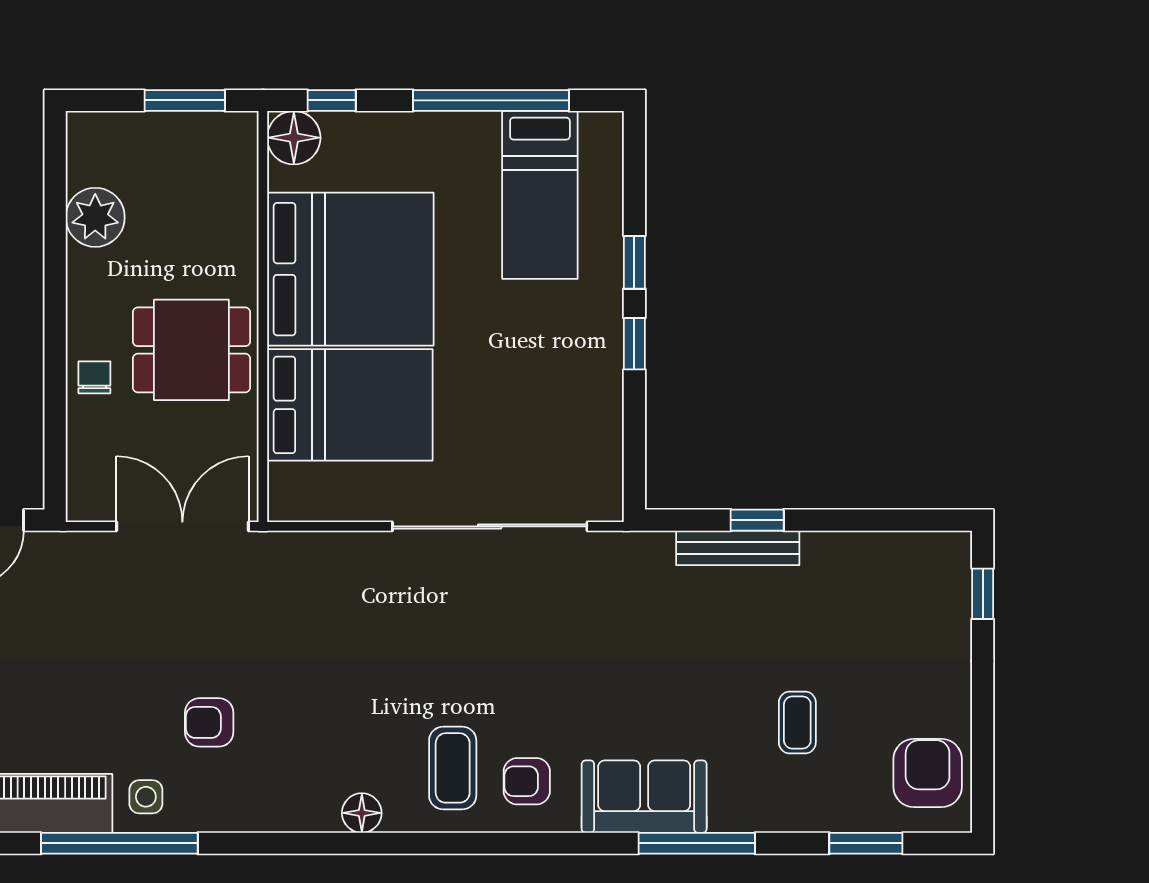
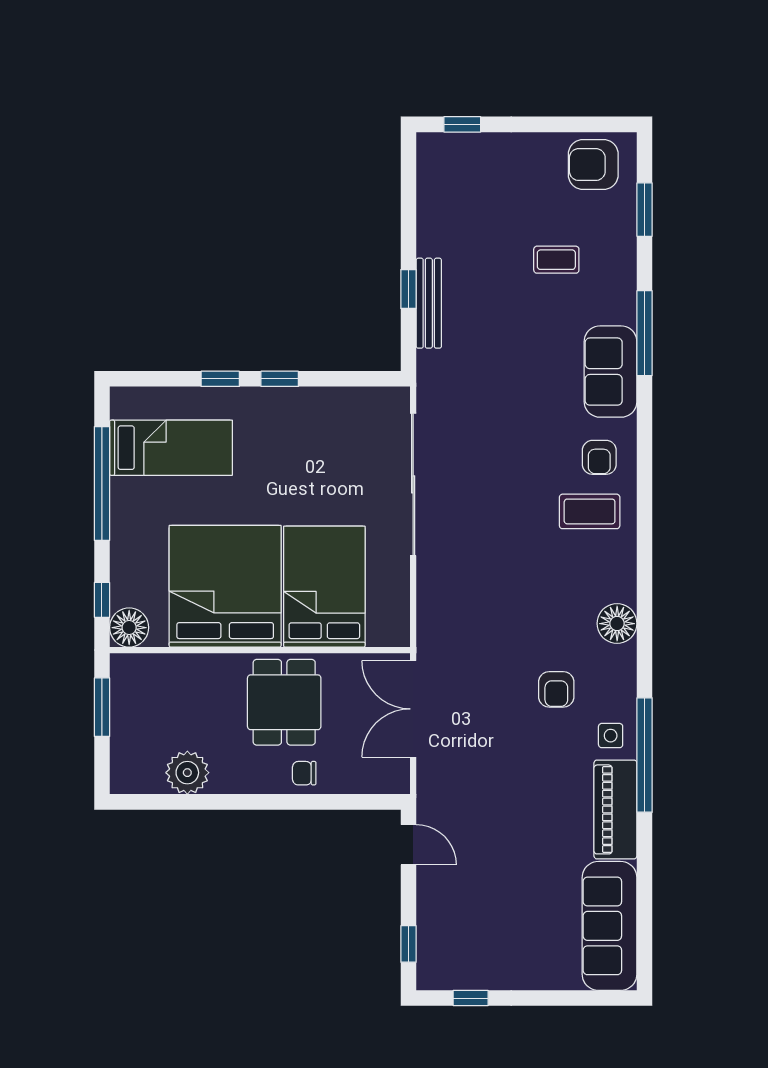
floor lamp: (362, 813) -> (617, 624), moved, width x1.38, depth x1.38

